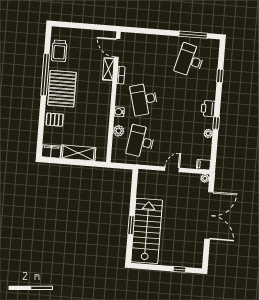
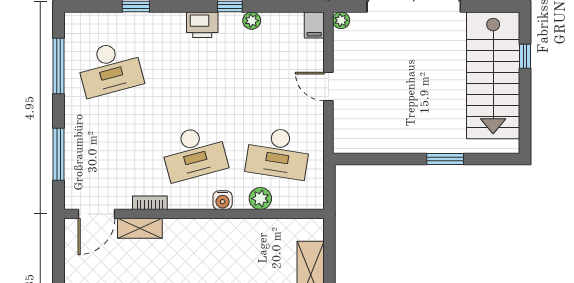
window: (149, 31) -> (59, 154), added
desk: (190, 60) -> (110, 69), turned -30
stairs: (147, 231) -> (493, 75), moved, turned -90

